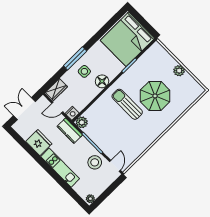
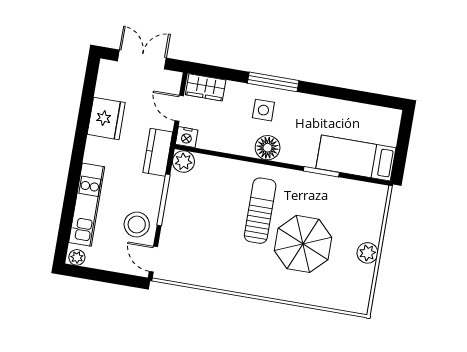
bed: (127, 39) -> (356, 158), width x0.49
door: (115, 166) -> (153, 259), swing flipped
kitchen unit: (60, 168) -> (87, 205), moved

